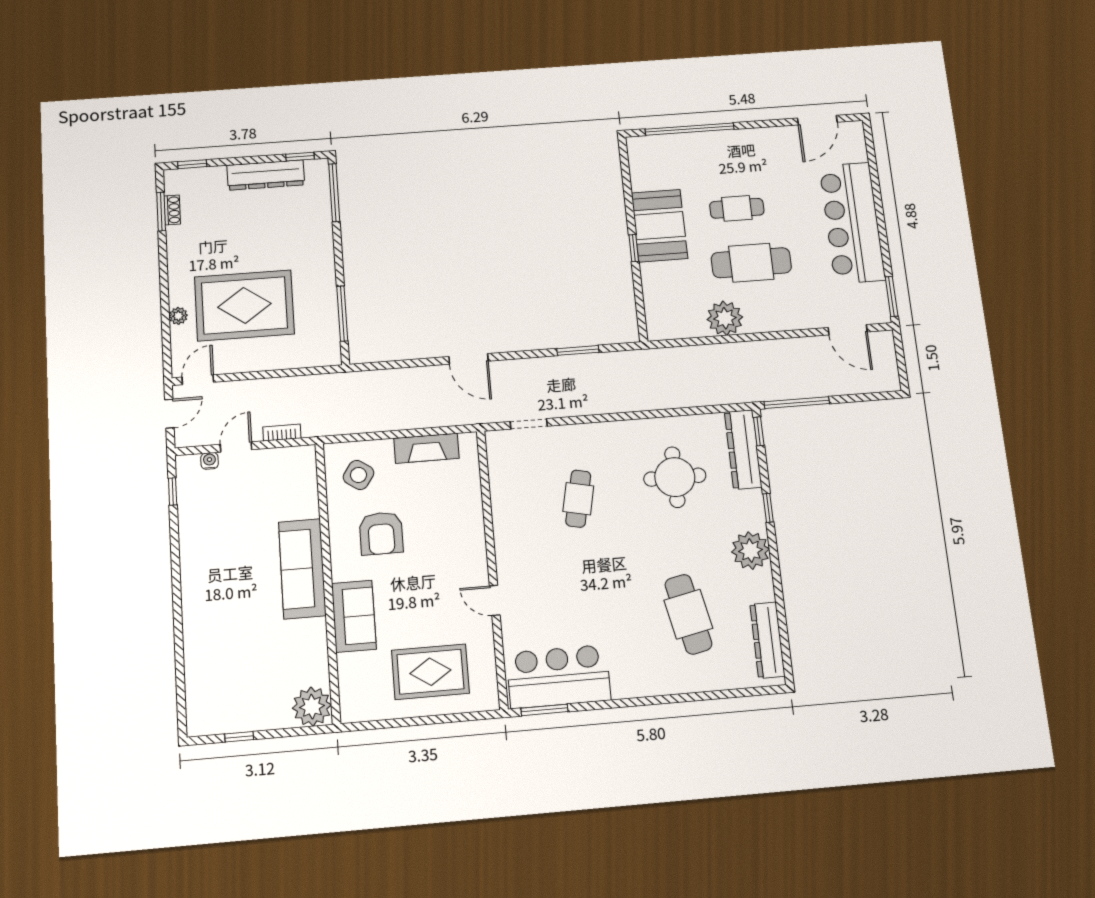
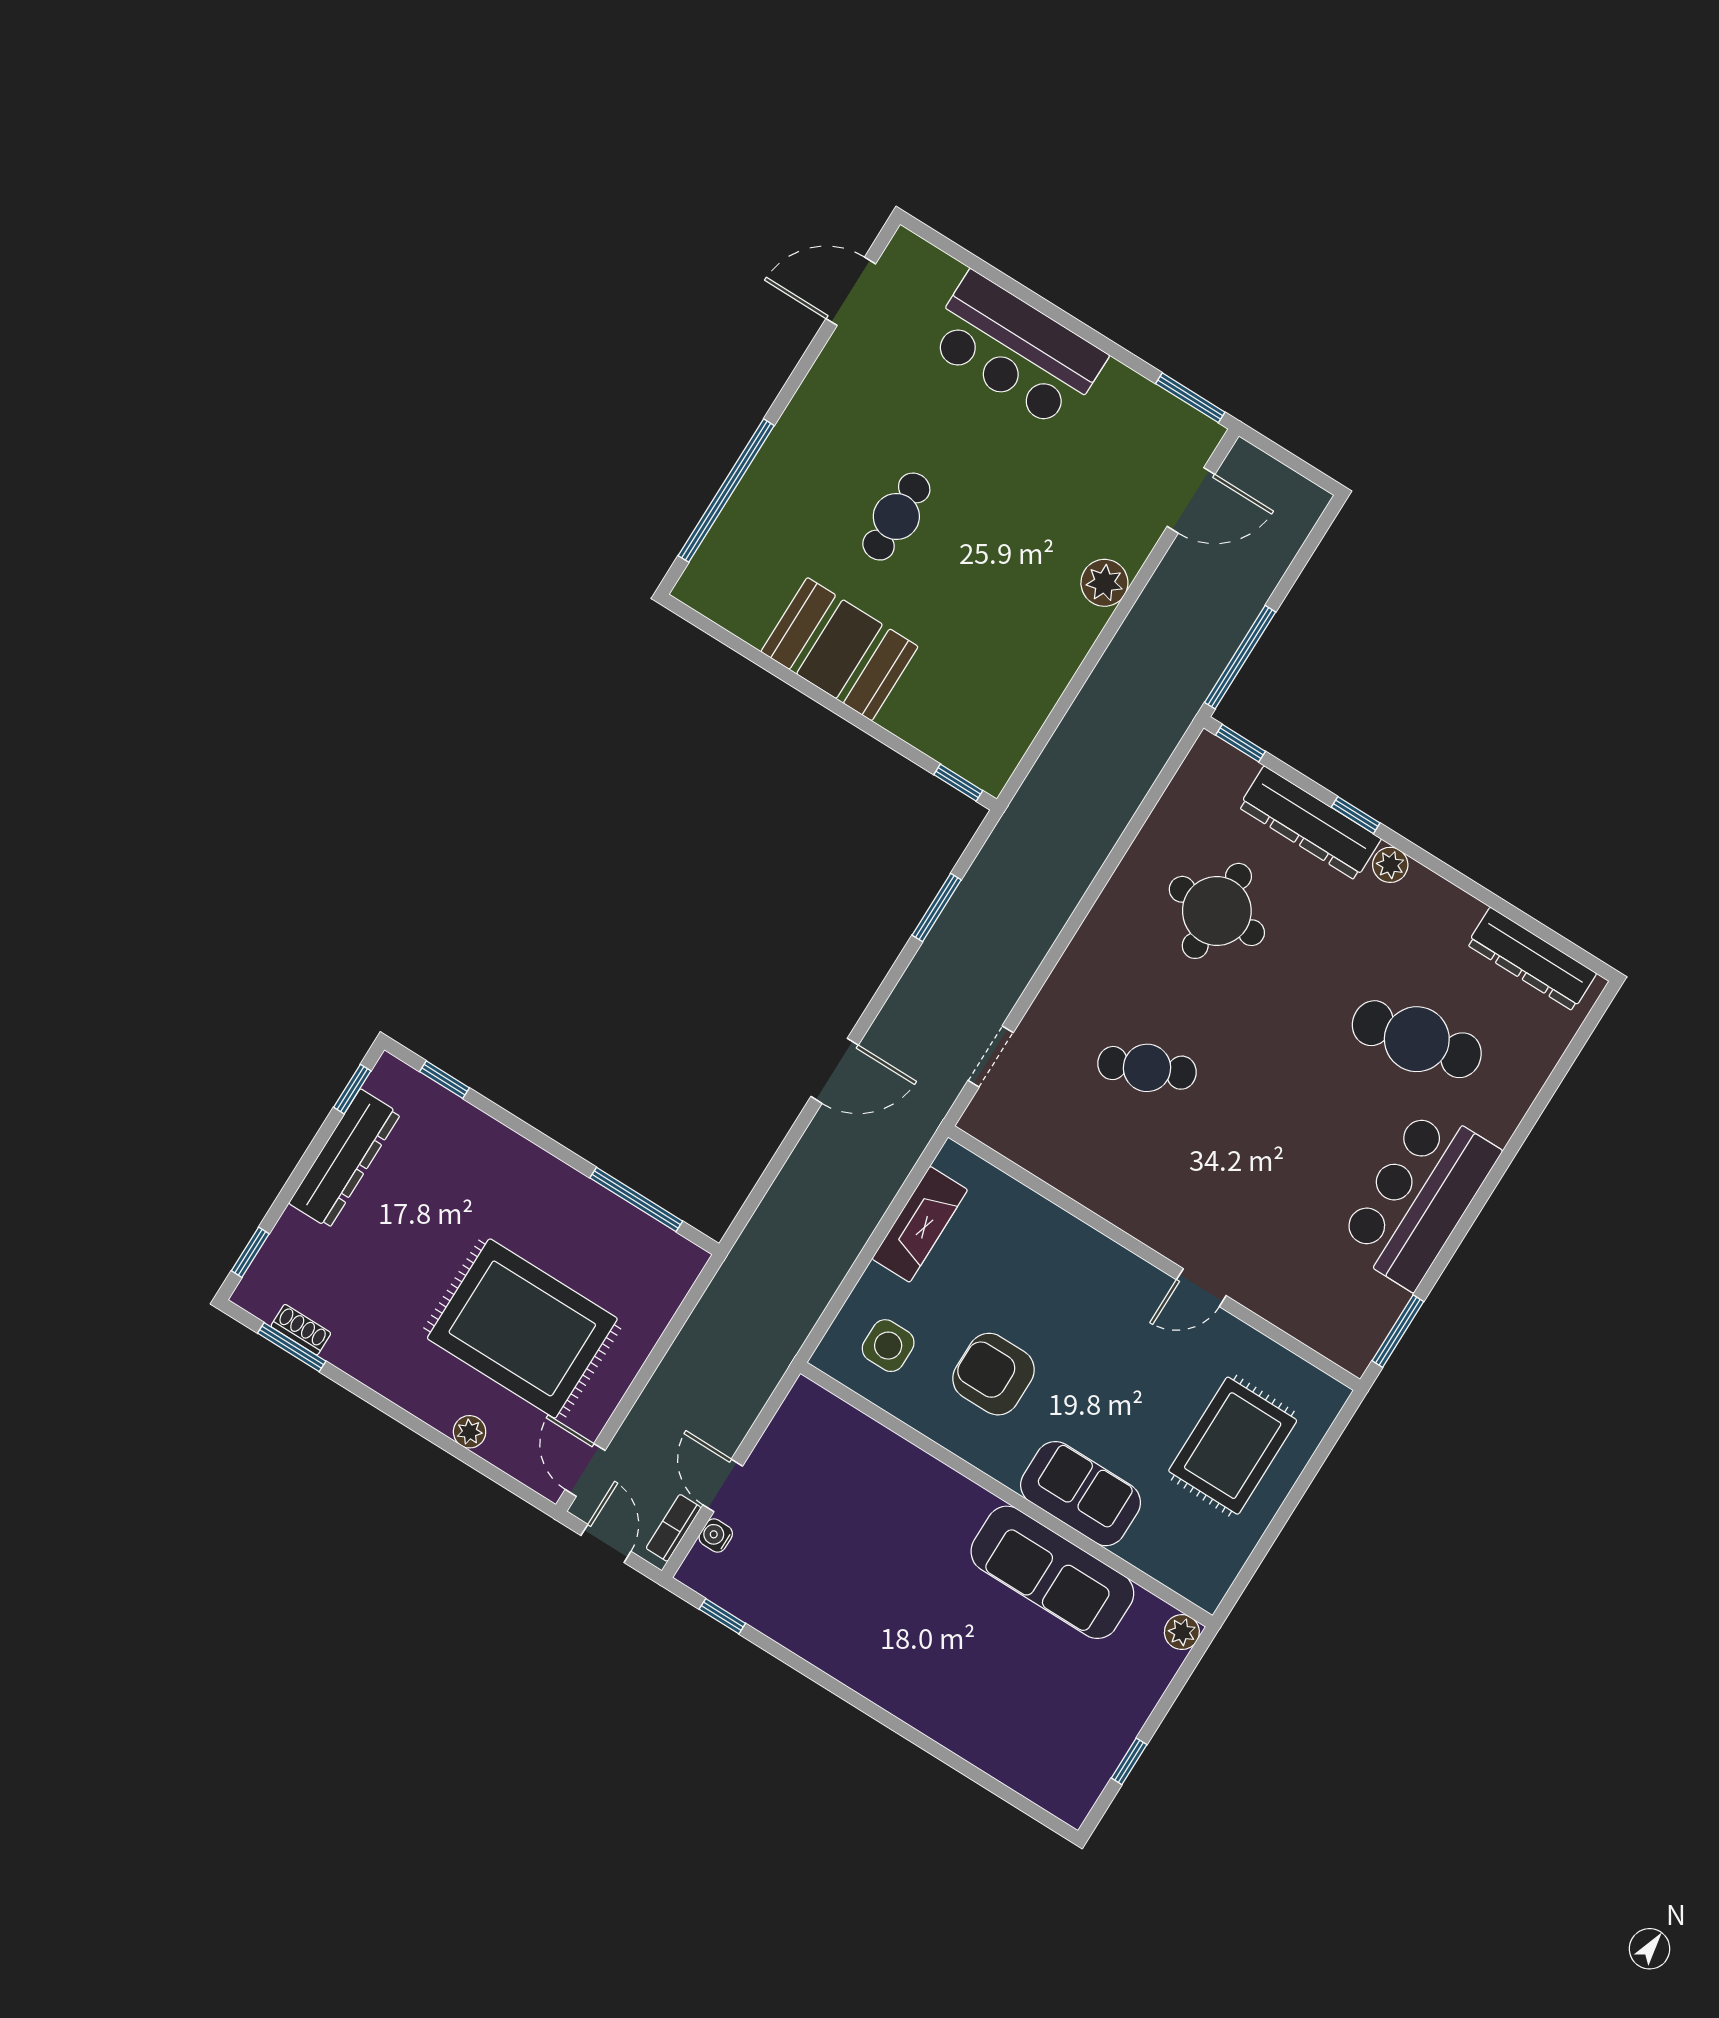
door: (817, 120) -> (851, 291), swing flipped
window: (334, 193) -> (445, 1080), width x0.46
bar counter: (852, 223) -> (1016, 350), width x0.73
window: (634, 248) -> (958, 783), moved
cafe table: (751, 263) -> (992, 560), removed
rug: (244, 305) -> (522, 1328), turned 90
plant: (725, 318) -> (1104, 583), moved, width x0.73, depth x0.73
bookcase: (282, 433) -> (674, 1528), moved
dresser: (743, 449) -> (1310, 823), moved
side table: (359, 475) -> (888, 1346), turned -34
cafe table: (578, 499) -> (1147, 1068), turned -36
armchair: (381, 533) -> (993, 1374), turned 180
plant: (750, 551) -> (1390, 865), width x0.53, depth x0.53
sofa: (302, 569) -> (1052, 1572), moved
bar counter: (559, 677) -> (1419, 1197), moved
plant: (312, 707) -> (1182, 1632), width x0.53, depth x0.53

